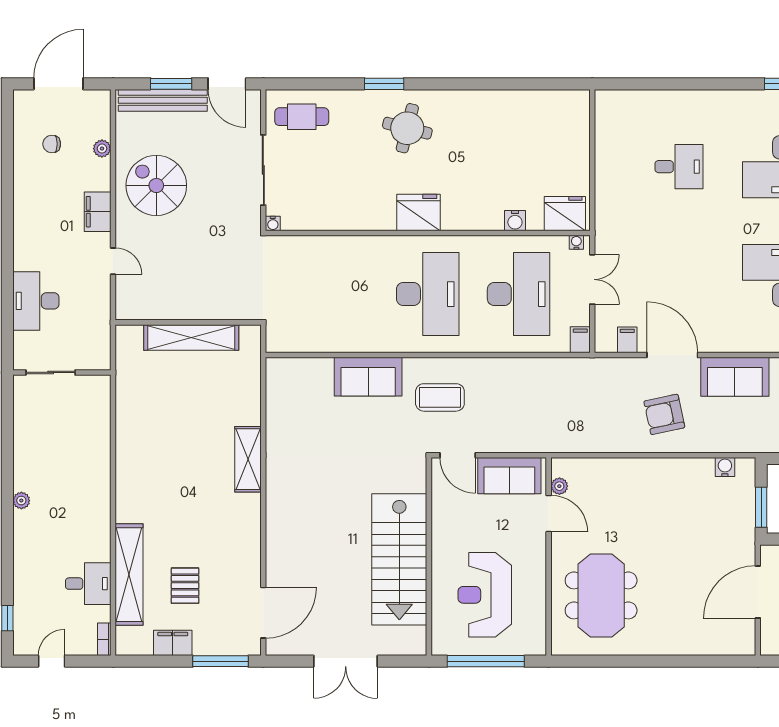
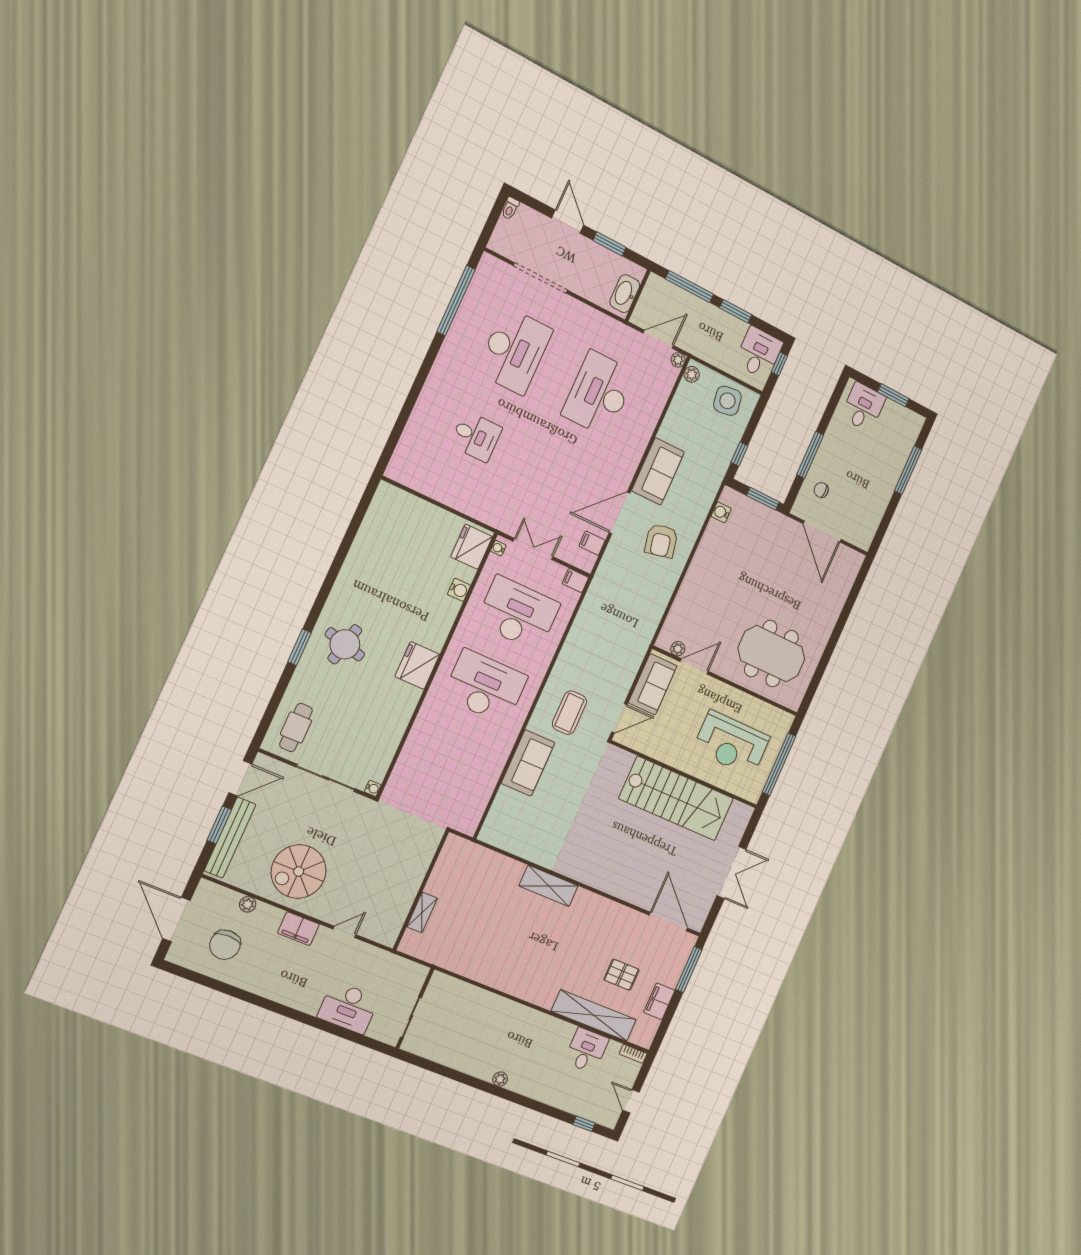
chair: (52, 144) -> (225, 945), width x1.87, depth x1.87
desk: (679, 167) -> (476, 436), turned 90
shelving: (191, 337) -> (422, 912), width x0.45, depth x0.75

